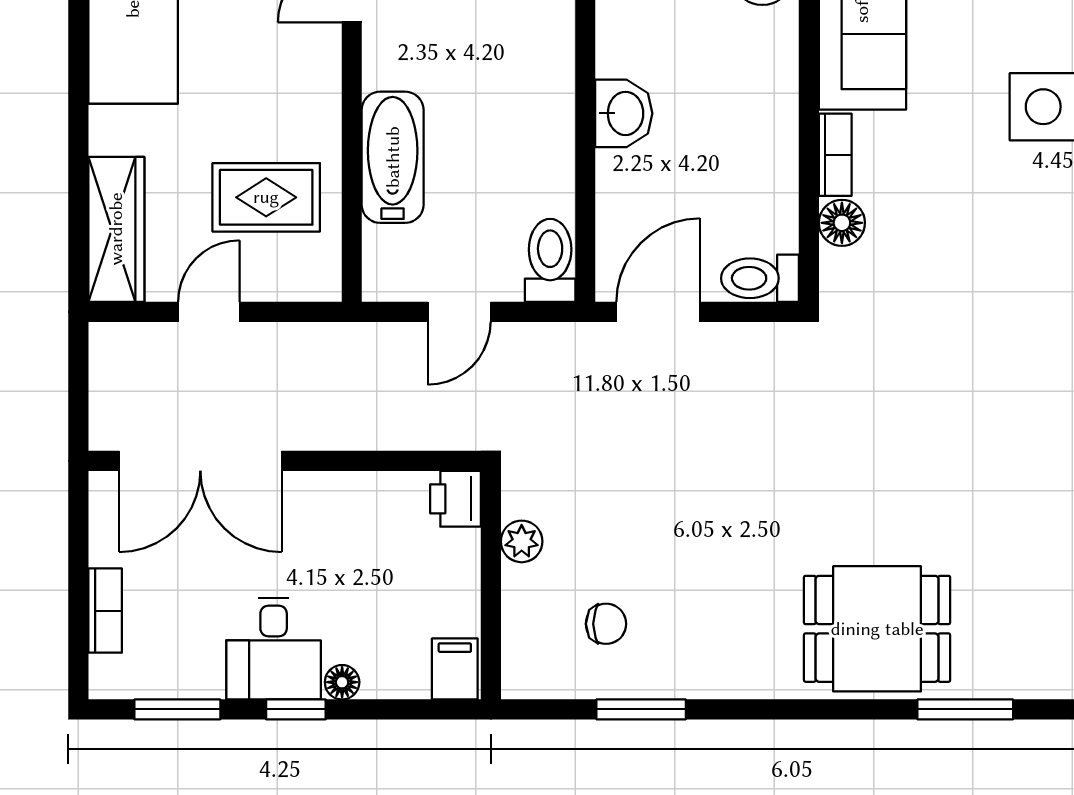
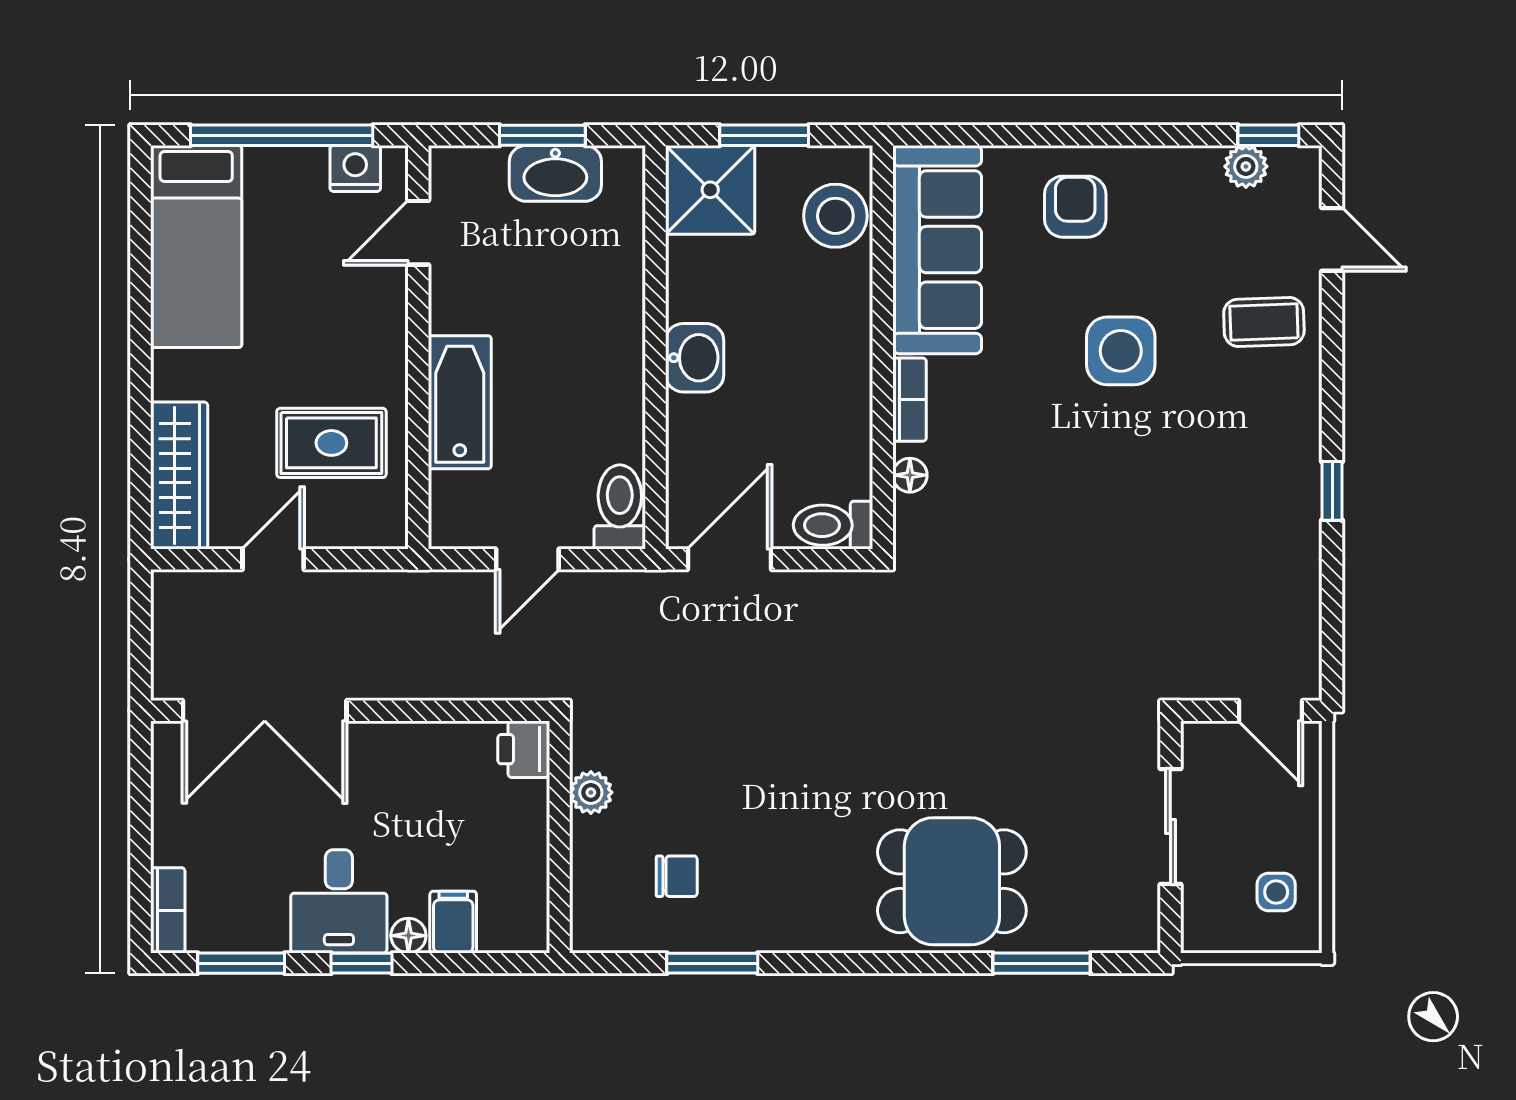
floor lamp: (842, 223) -> (910, 475), width x0.73, depth x0.73
bookcase: (105, 611) -> (168, 910), moved
filing cabinet: (455, 669) -> (453, 922), moved

